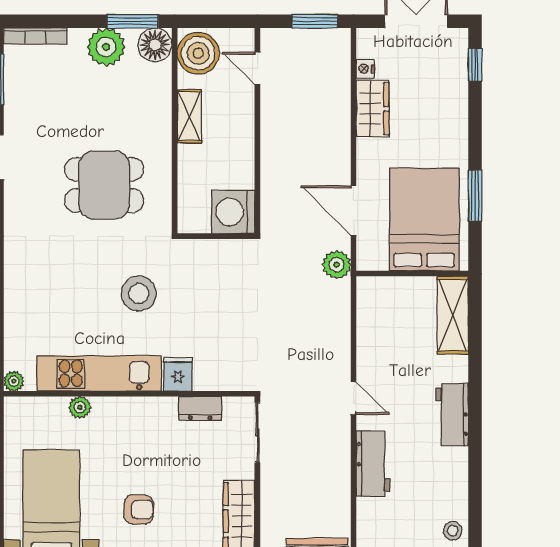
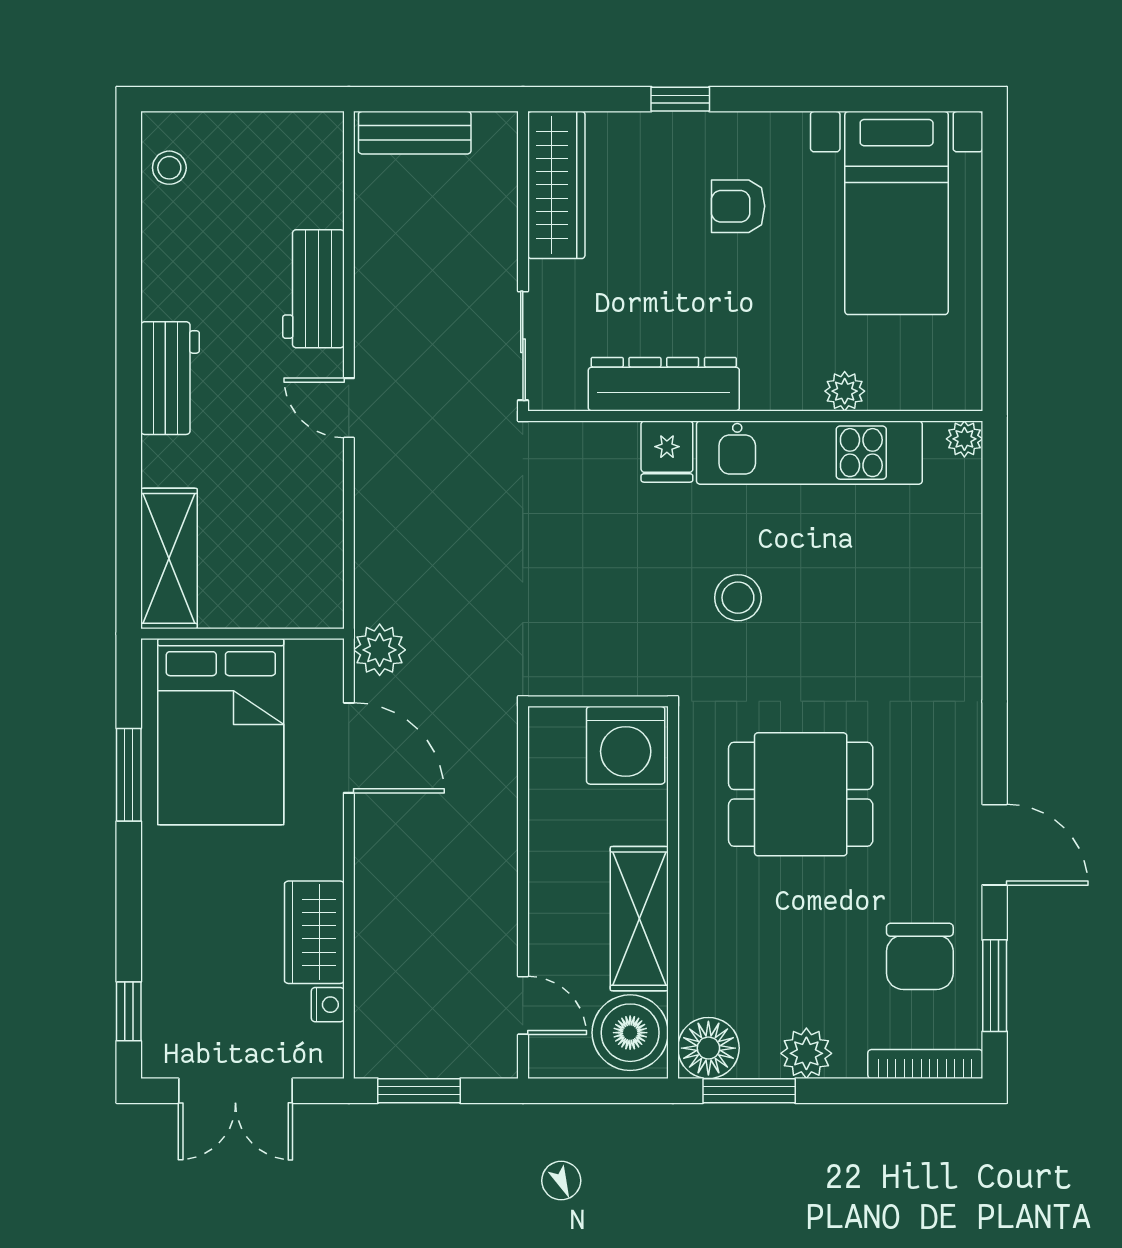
plant: (106, 47) -> (806, 1053), width x0.73, depth x0.73
chair: (38, 95) -> (920, 956), added
shelving: (189, 116) -> (639, 919), width x1.50, depth x1.33
washing machine: (233, 212) -> (626, 745), moved, turned 90
stool: (139, 293) -> (738, 598), width x0.73, depth x0.73
dresser: (200, 408) -> (664, 384), width x1.96, depth x1.24

